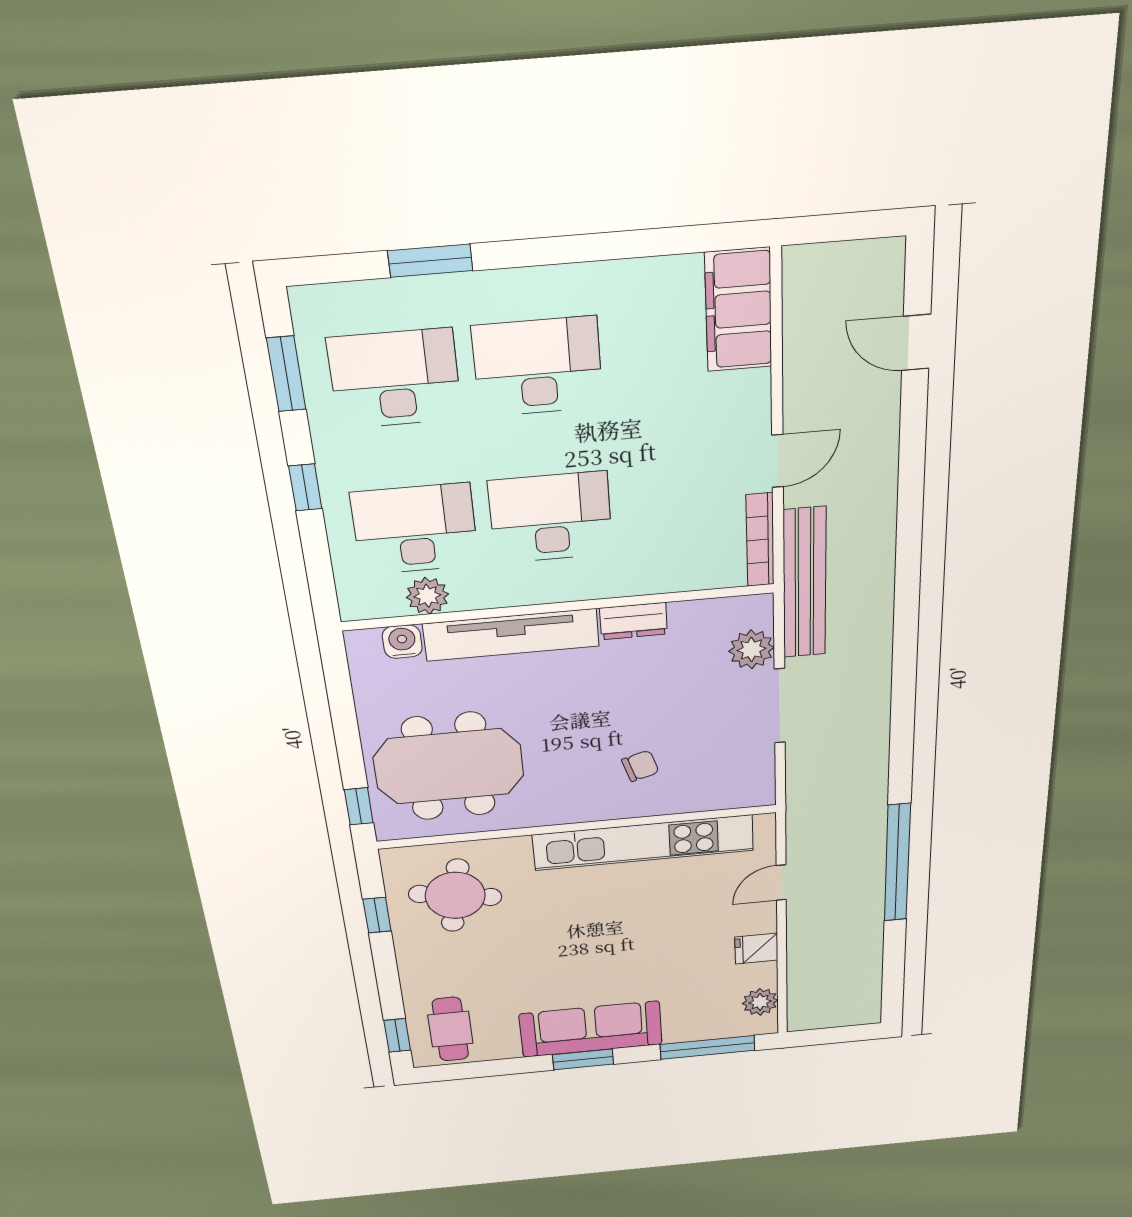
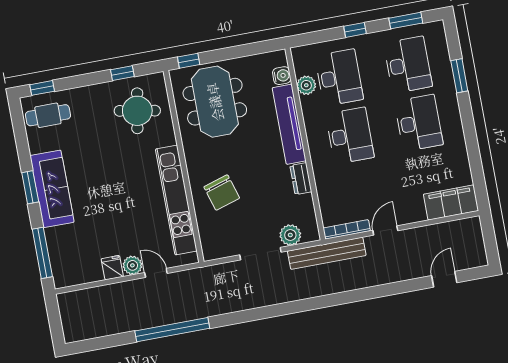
door: (778, 461) -> (385, 230), swing flipped
chair: (640, 766) -> (222, 192), width x1.87, depth x1.87
plant: (760, 1002) -> (132, 265), moved

